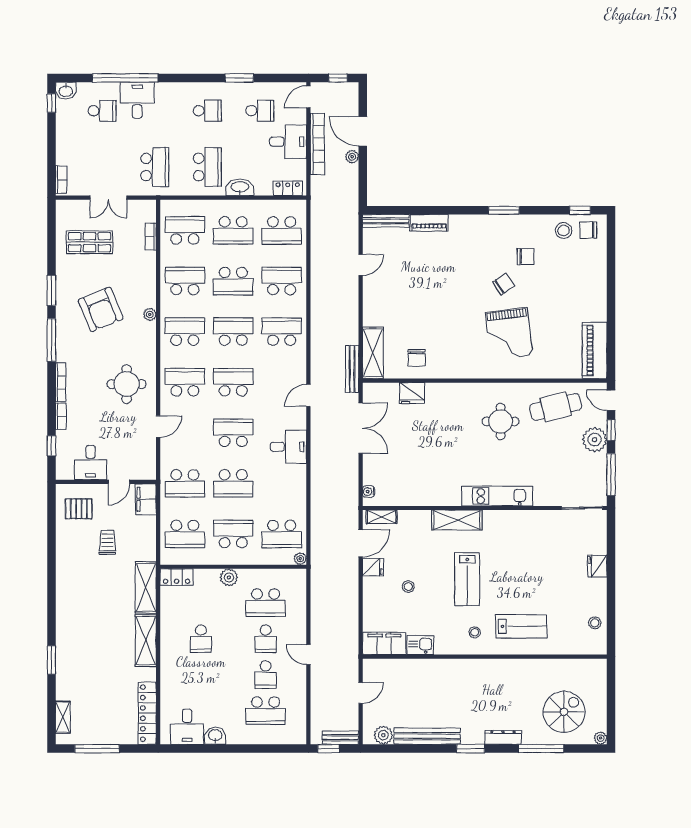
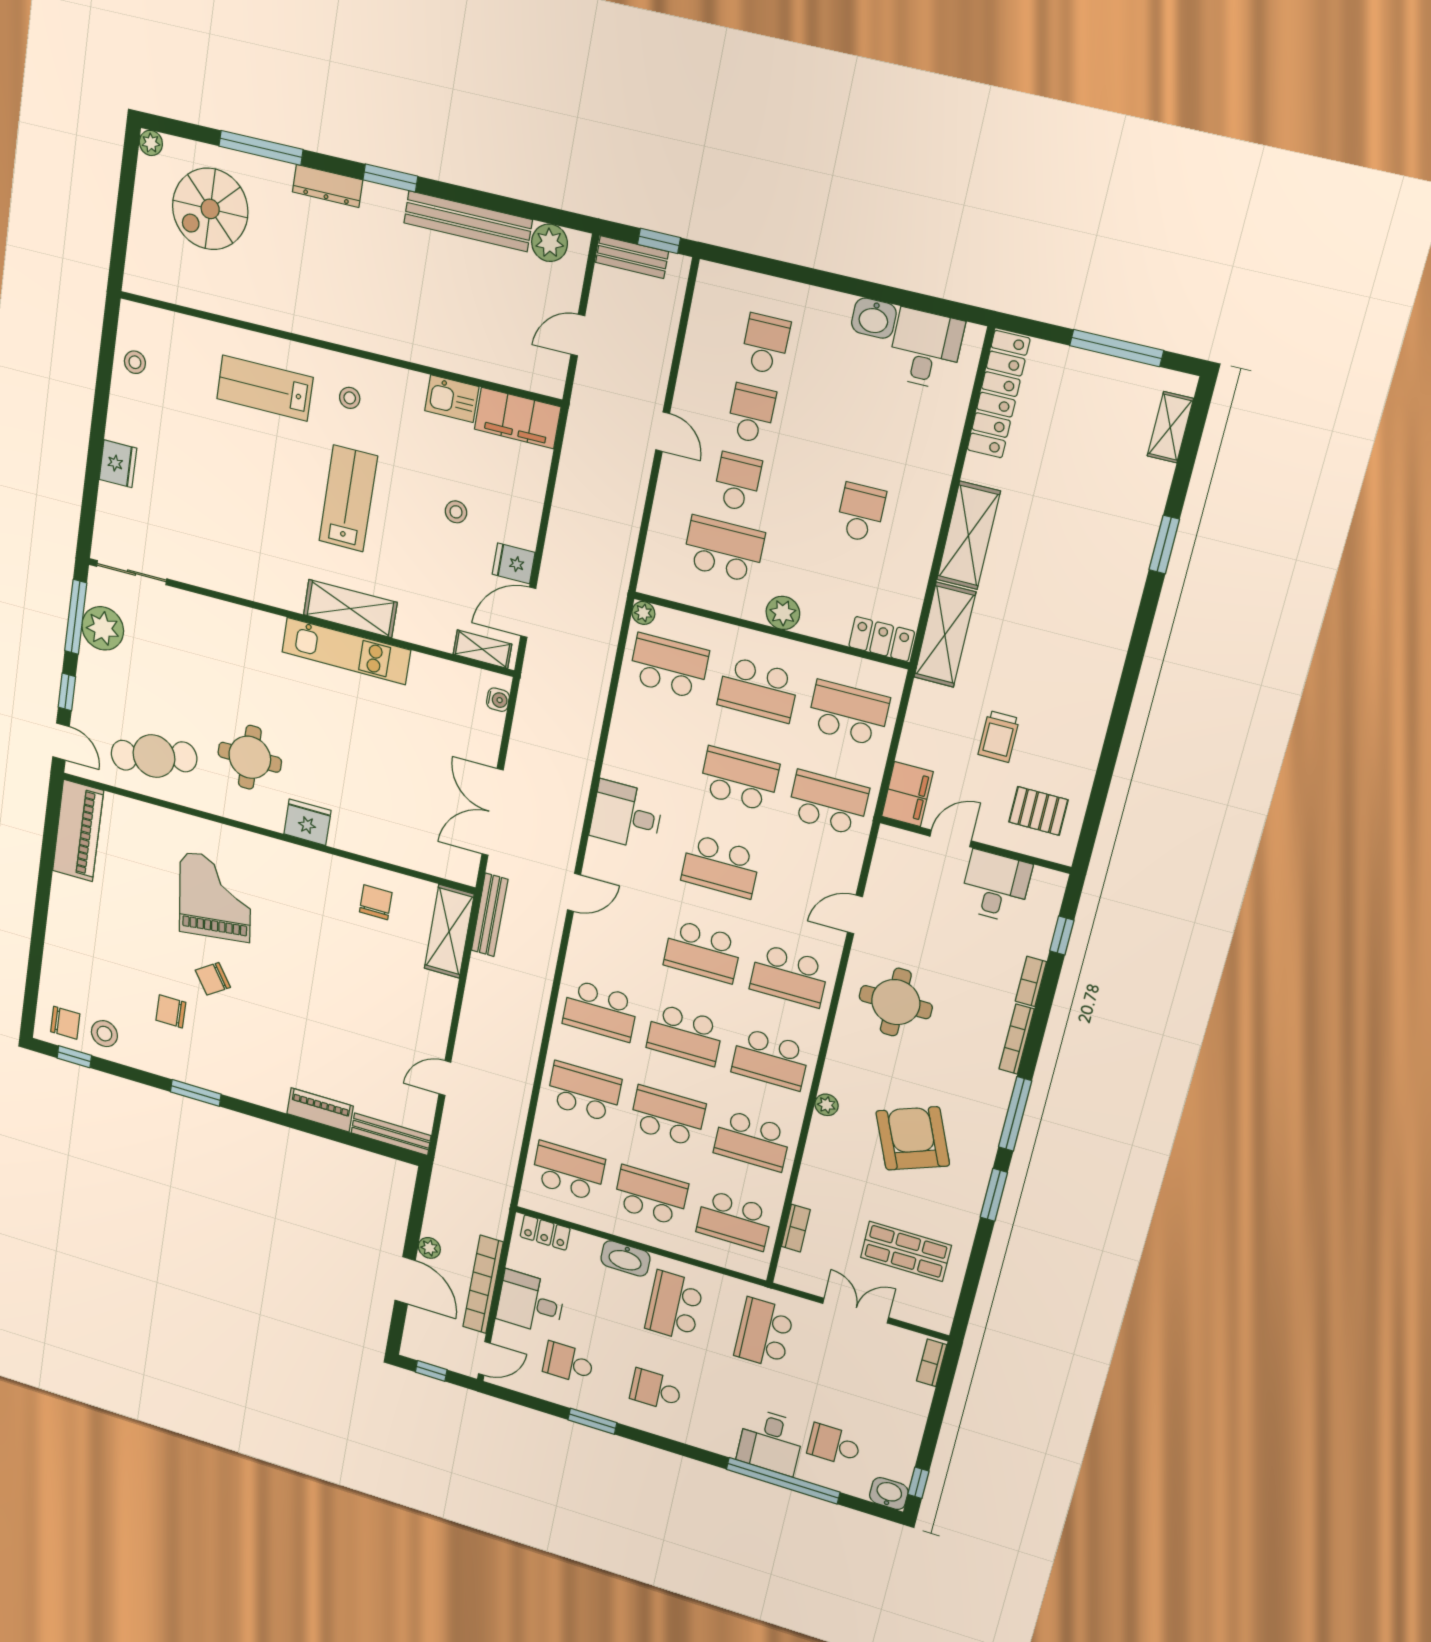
school desk: (282, 281) -> (584, 1092), turned 180
fridge: (412, 393) -> (307, 822), moved
plant: (595, 440) -> (103, 628), moved
kitchen unit: (497, 496) -> (346, 651), moved
school desk: (266, 711) -> (765, 344), width x0.54

